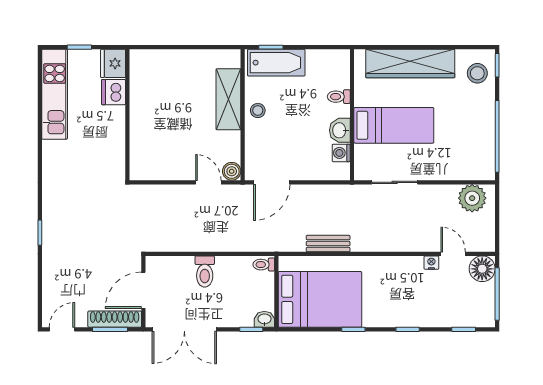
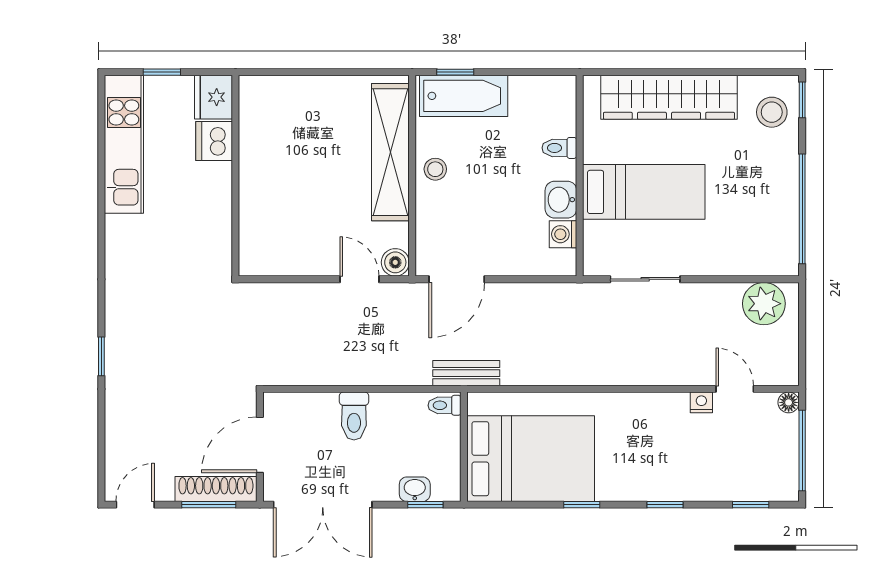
shelving: (228, 99) -> (390, 152), width x1.47
bench: (328, 244) -> (466, 373), moved
floor lamp: (482, 269) -> (789, 402), width x0.53, depth x0.53
washbasin: (264, 319) -> (415, 489), moved

